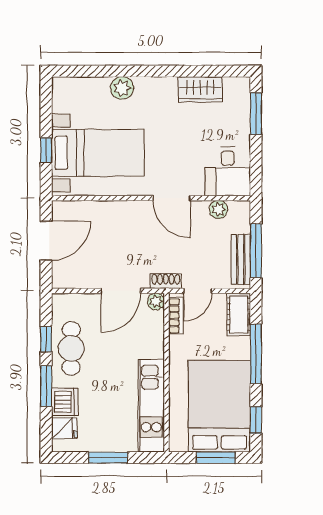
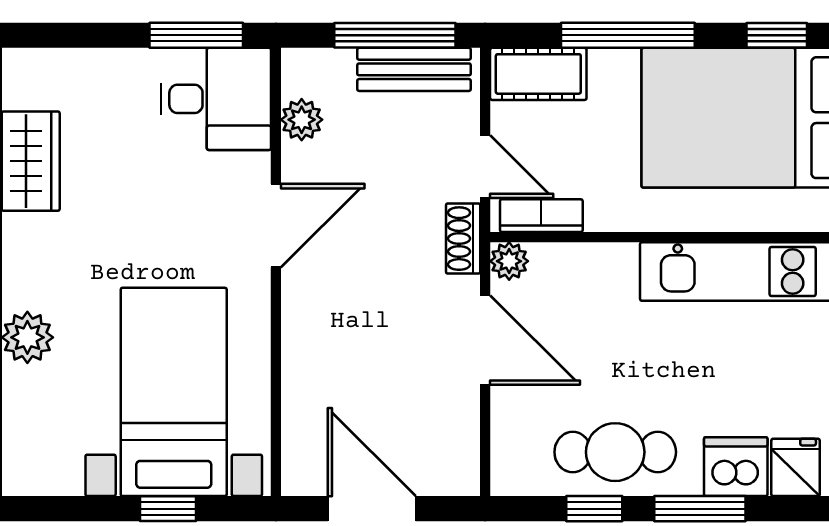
window: (256, 114) -> (196, 35), moved

